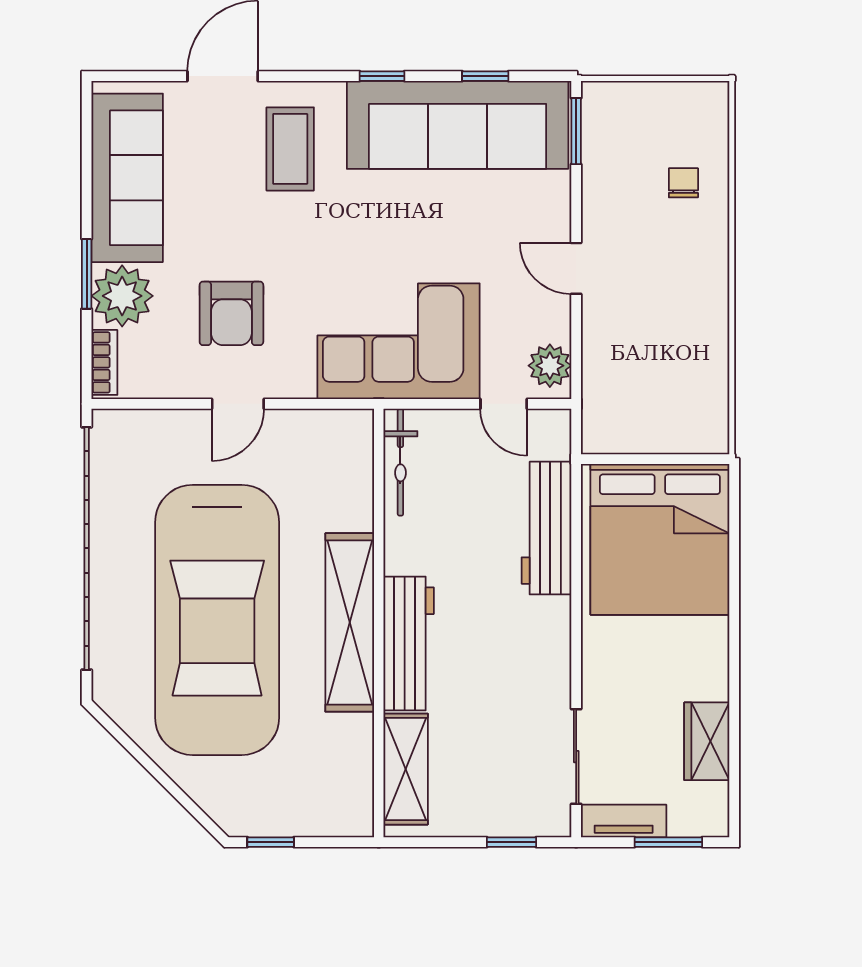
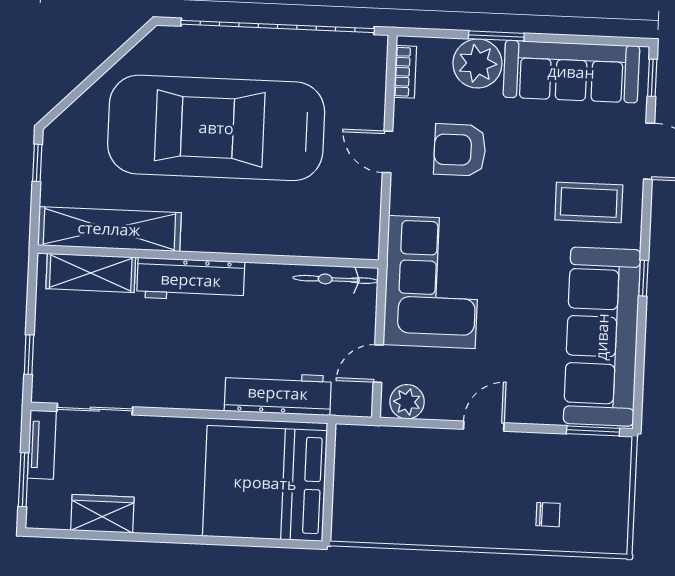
window: (485, 76) -> (652, 78), moved
bookcase: (104, 362) -> (405, 72), moved, turned -90
shelving: (350, 622) -> (109, 229), moved

